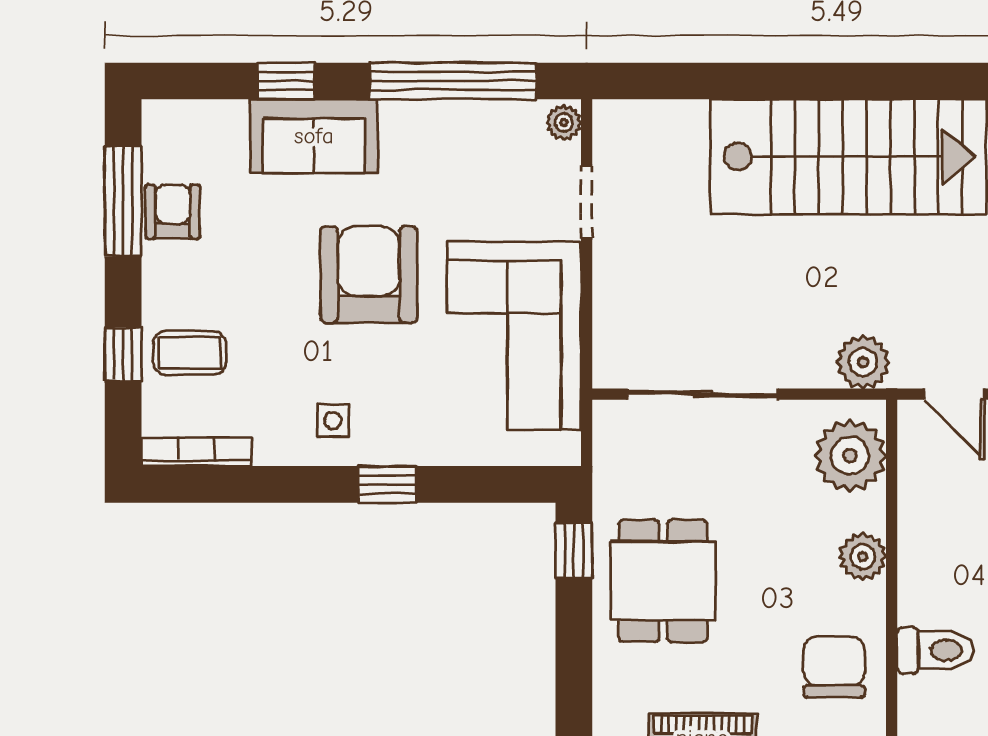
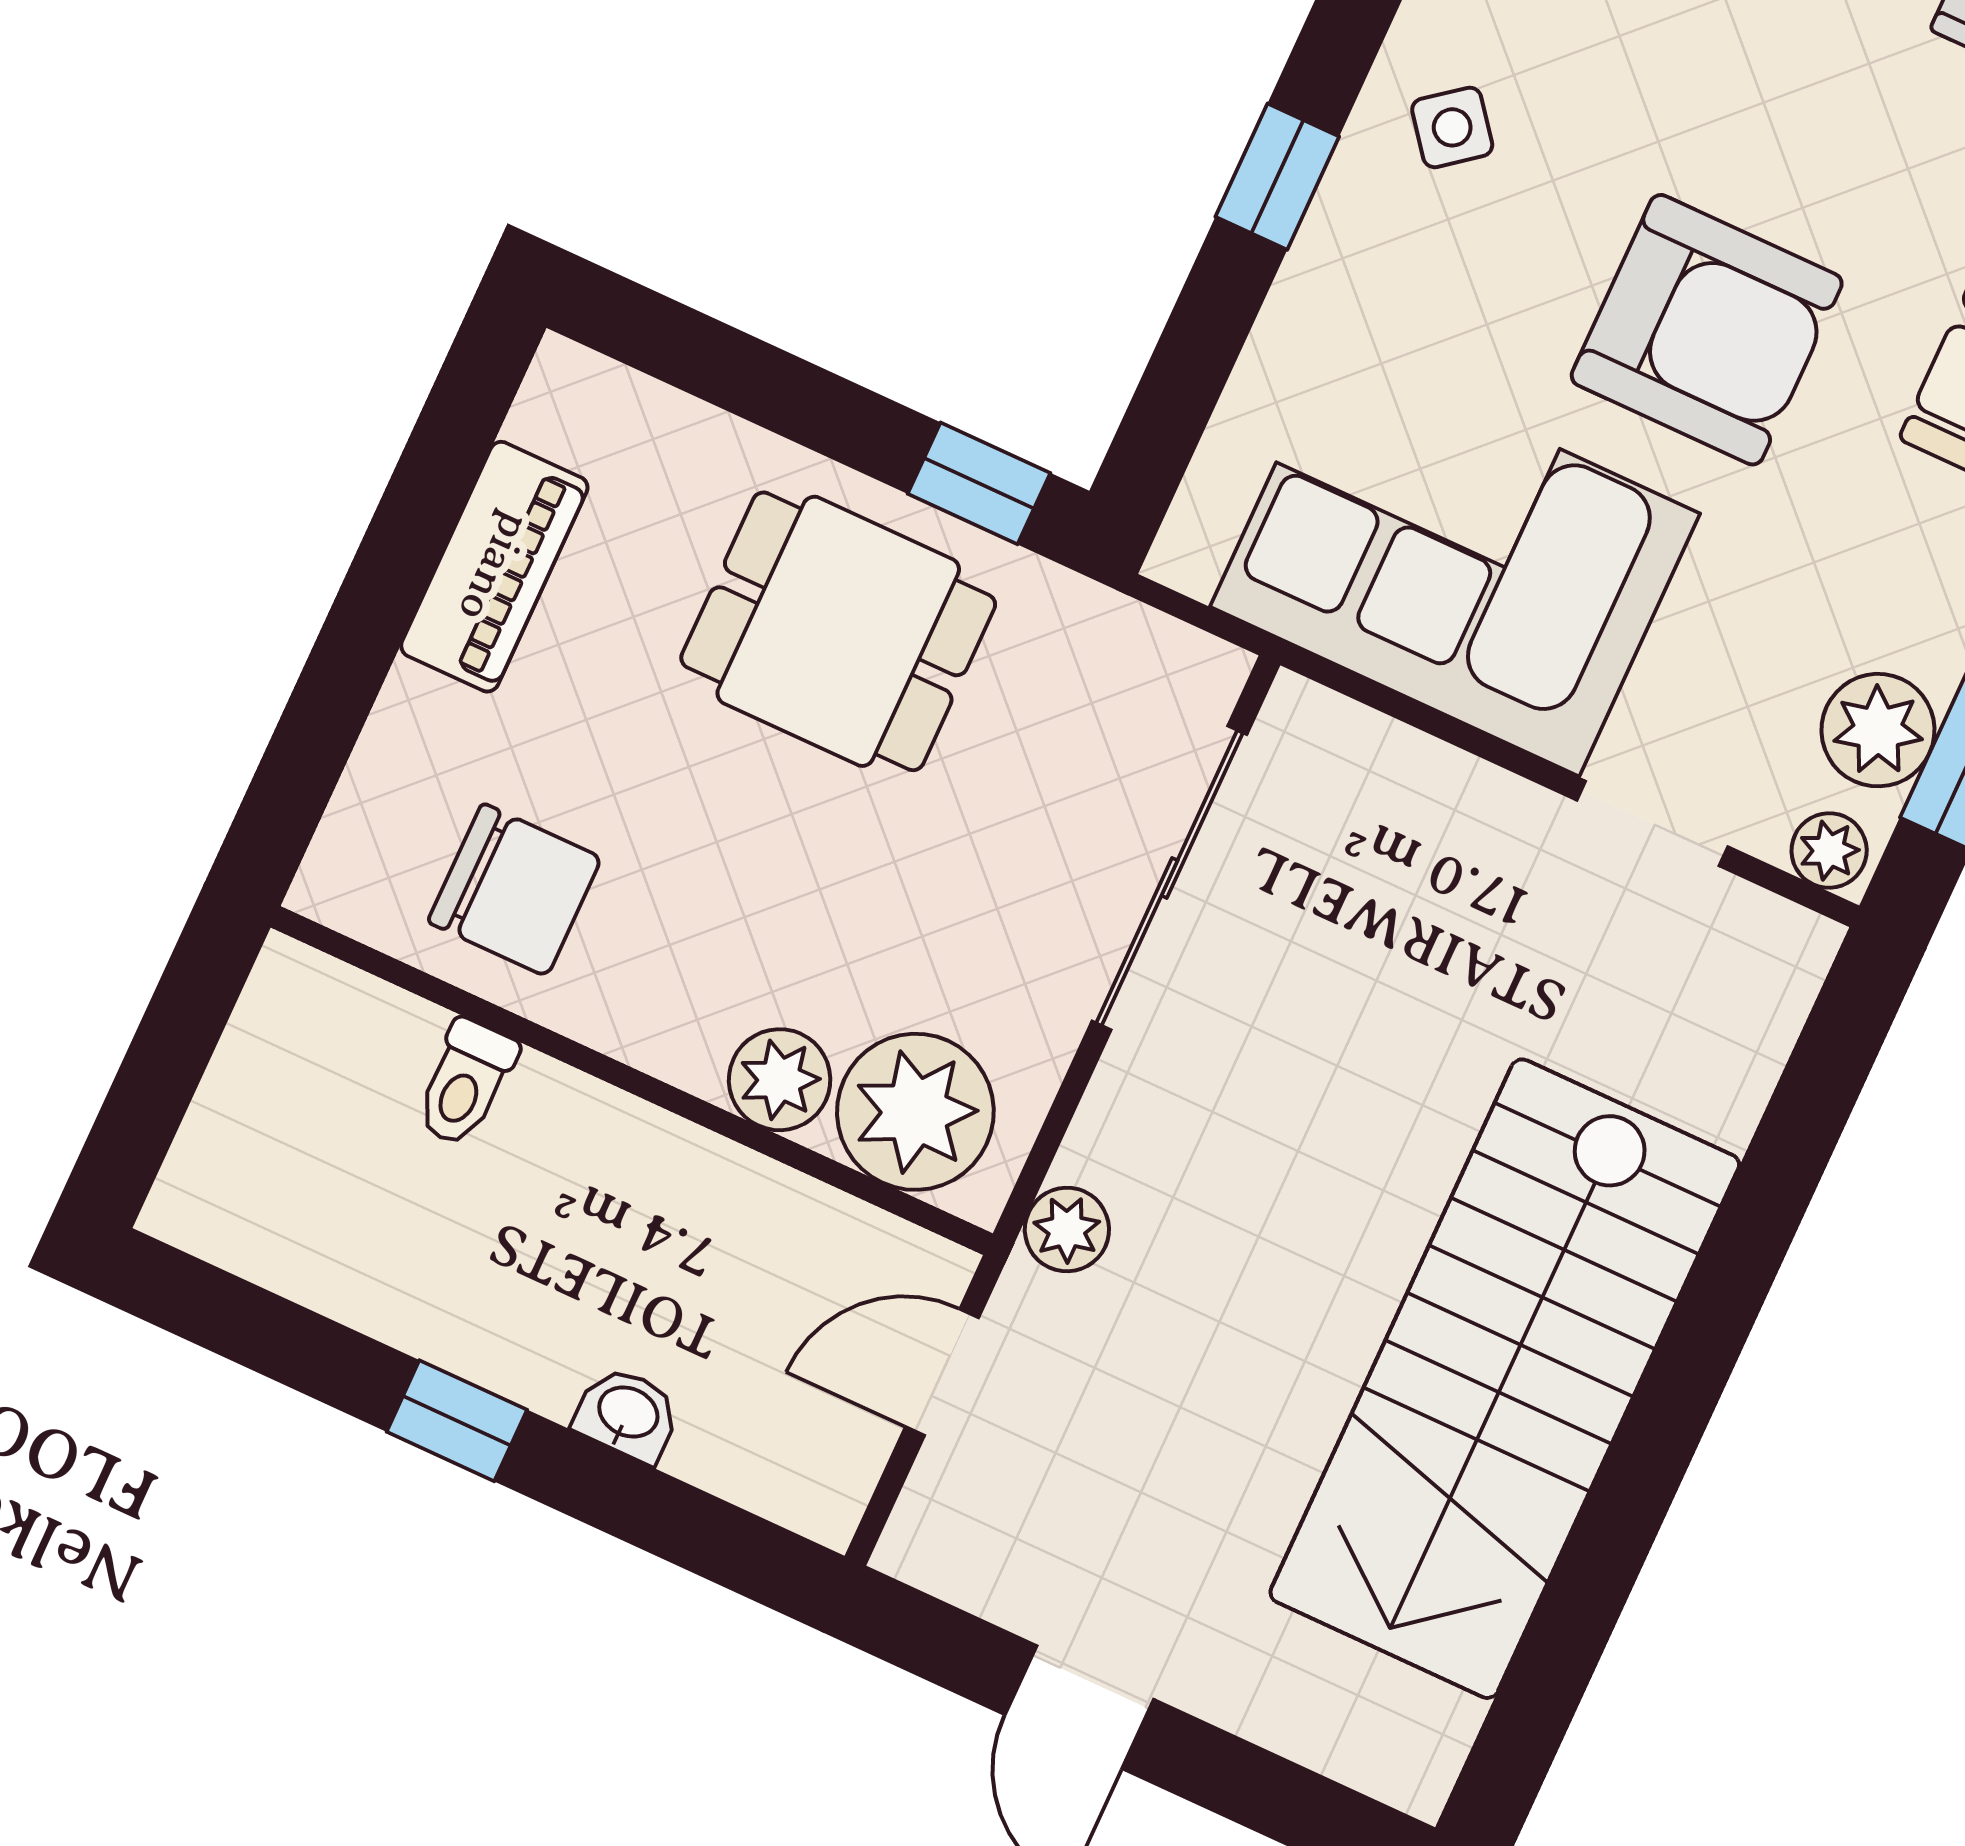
plant: (504, 125) -> (1878, 730), added
plant: (863, 362) -> (1067, 1230), width x0.73, depth x0.73
side table: (333, 420) -> (1452, 127), turned -38
plant: (863, 557) -> (780, 1080), moved
toilet: (935, 650) -> (465, 1083), width x0.73, depth x0.72

